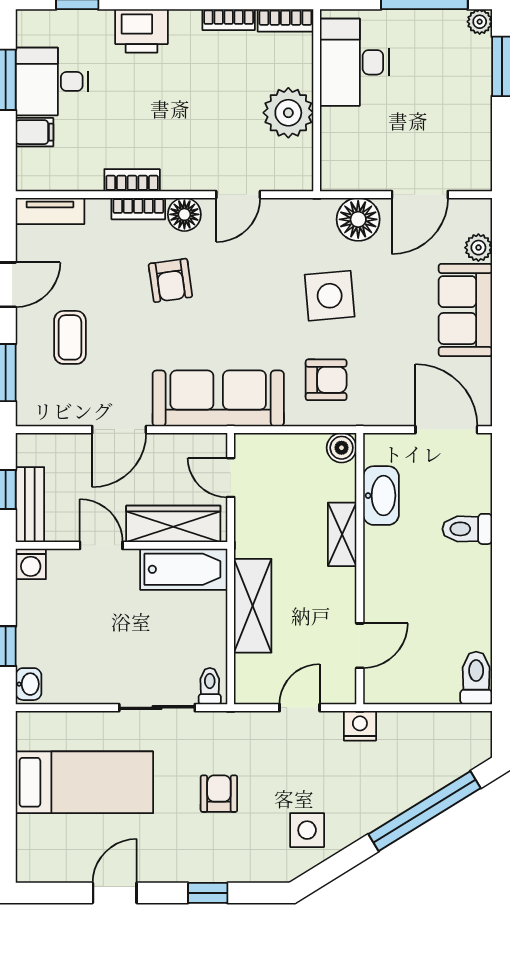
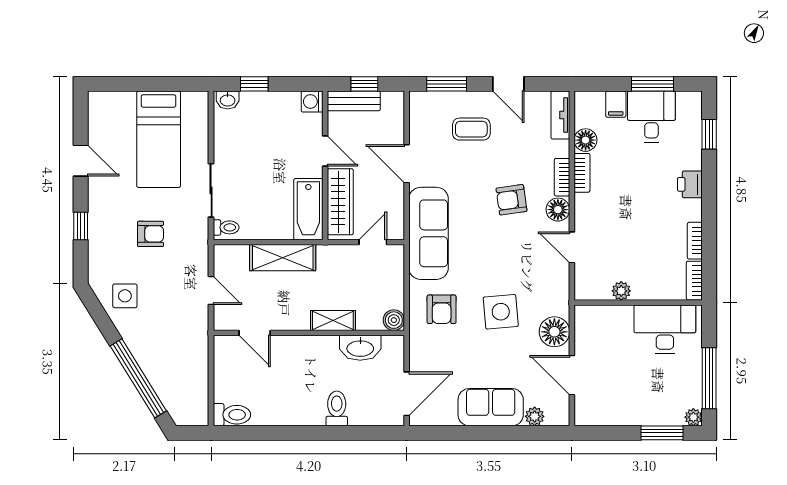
printer: (142, 31) -> (690, 184), width x0.73, depth x0.81
plant: (288, 113) -> (621, 291), width x0.53, depth x0.53
floor lamp: (86, 175) -> (586, 140), added
door: (101, 545) -> (325, 151), hinge flipped
nightstand: (360, 726) -> (198, 333), removed

